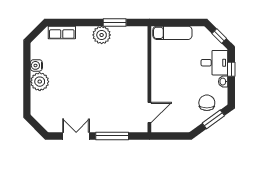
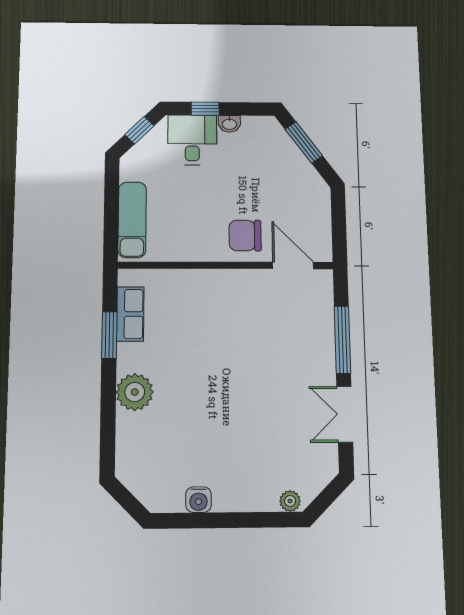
row of seats: (62, 32) -> (130, 314), moved
plant: (102, 35) -> (135, 392), moved
plant: (40, 82) -> (290, 501), moved, width x0.53, depth x0.53
chair: (207, 103) -> (245, 236), moved

